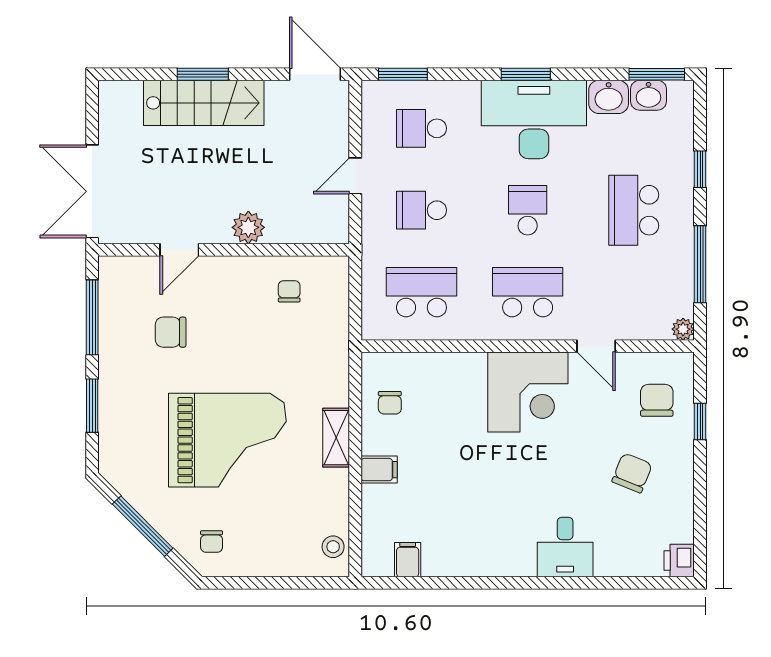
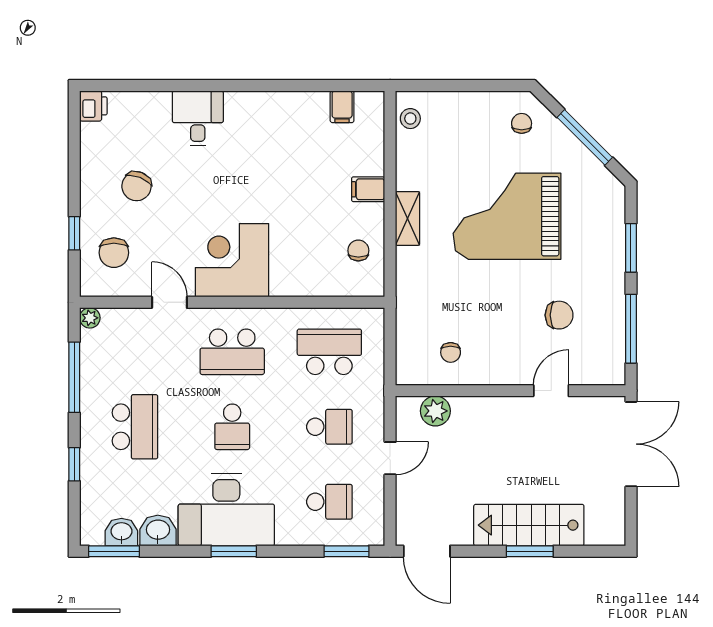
plant: (248, 227) -> (435, 411), moved
school desk: (421, 292) -> (329, 352), turned 180

